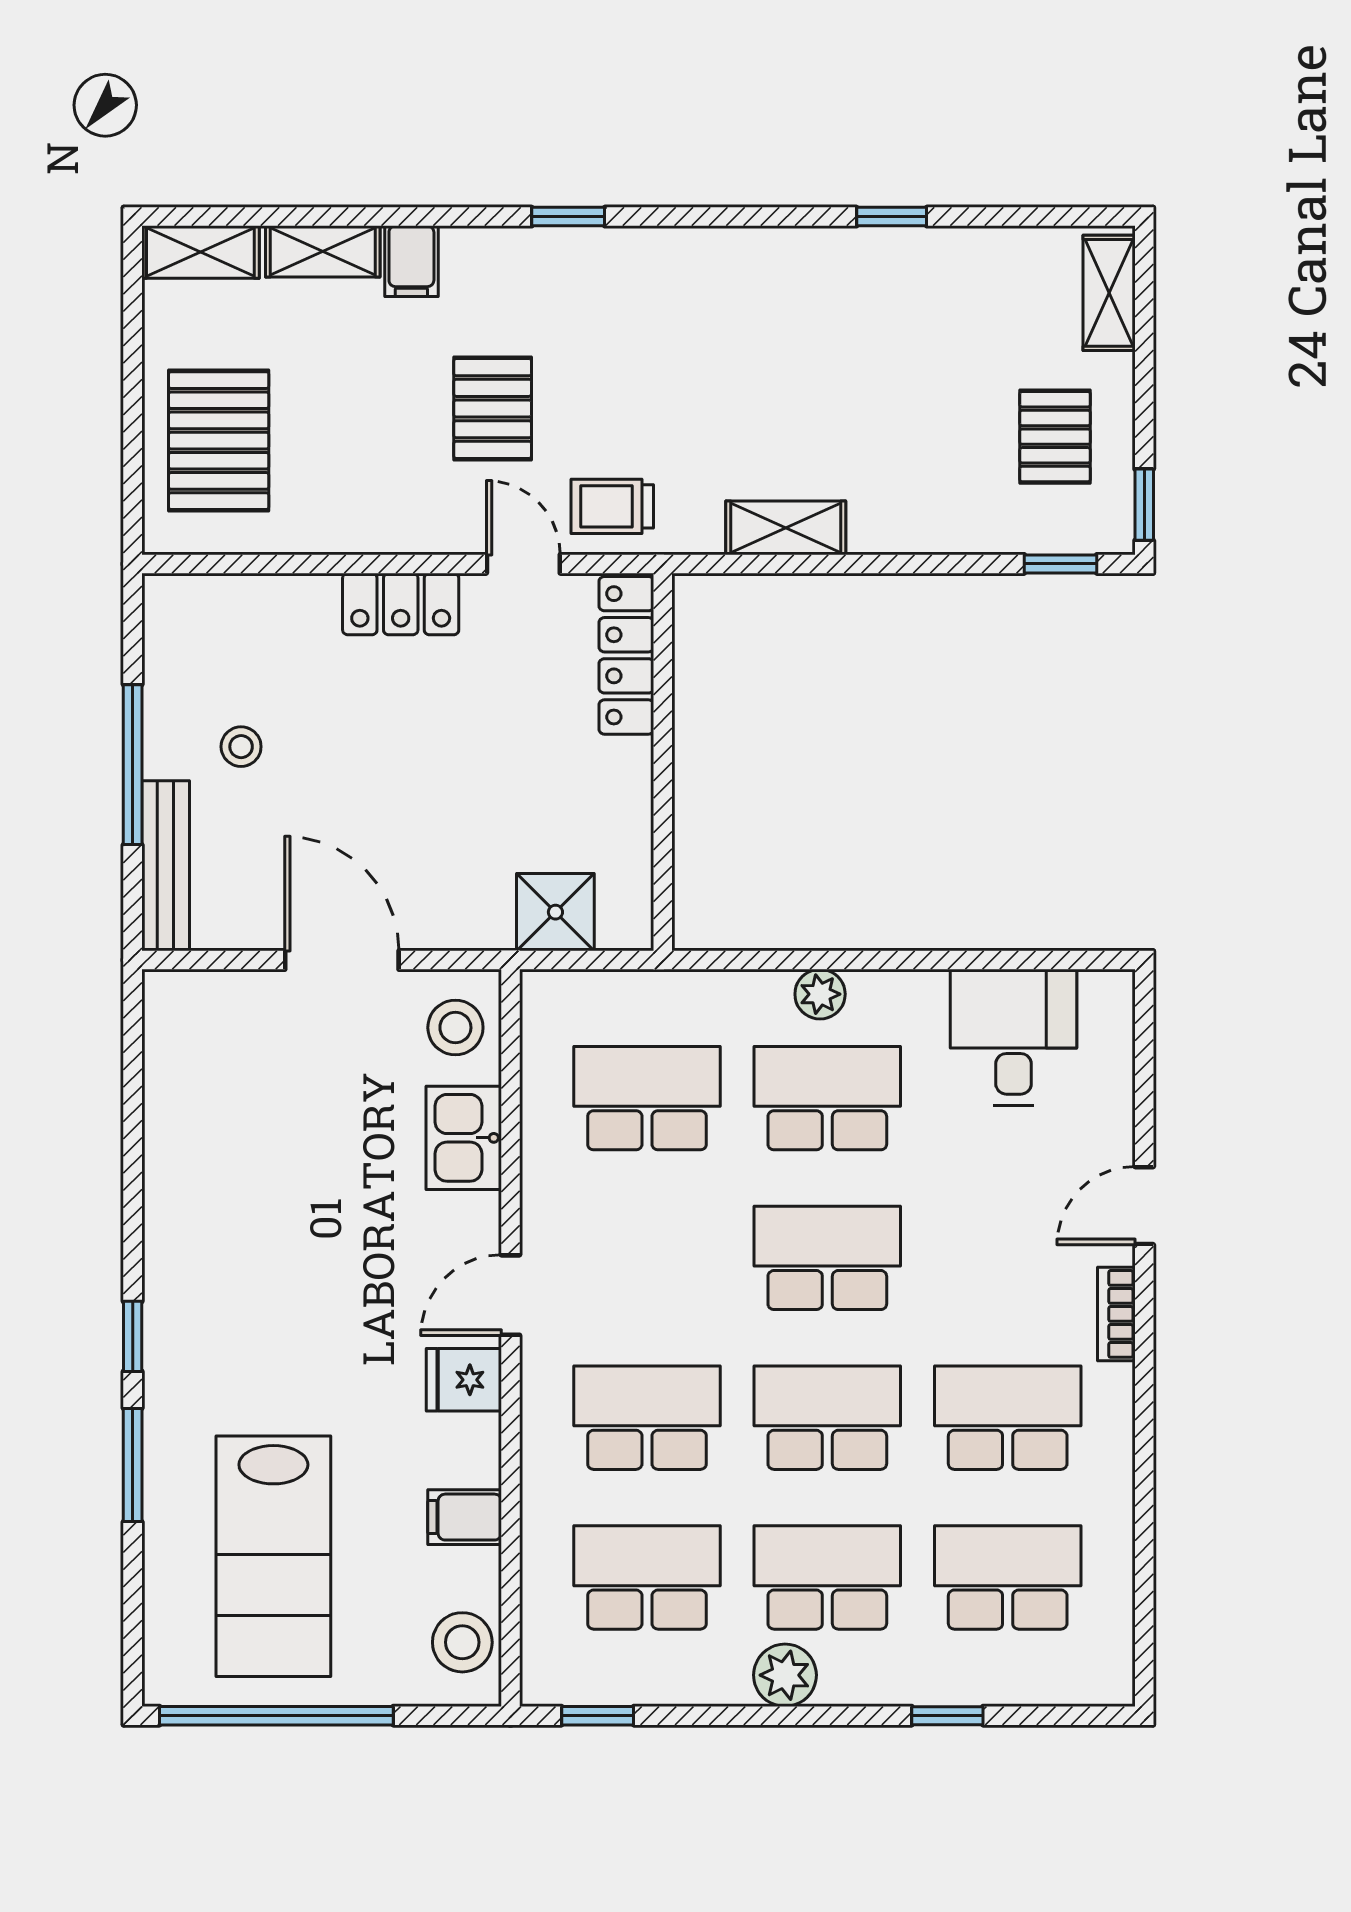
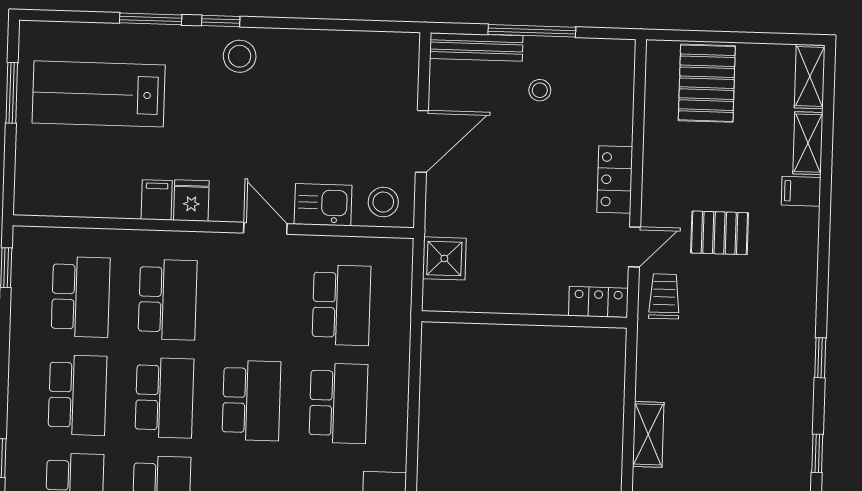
window: (568, 217) -> (820, 358), moved
pallet: (219, 441) -> (707, 83), turned 90
shelving: (786, 528) -> (648, 434), moved
locker: (626, 655) -> (598, 302), width x0.66
plant: (820, 994) -> (395, 401), removed
door: (510, 1295) -> (265, 228), moved
filing cabinet: (465, 1517) -> (157, 200), moved
stool: (462, 1642) -> (240, 56), moved
plant: (785, 1675) -> (25, 370), removed
window: (276, 1716) -> (12, 93), width x0.47

